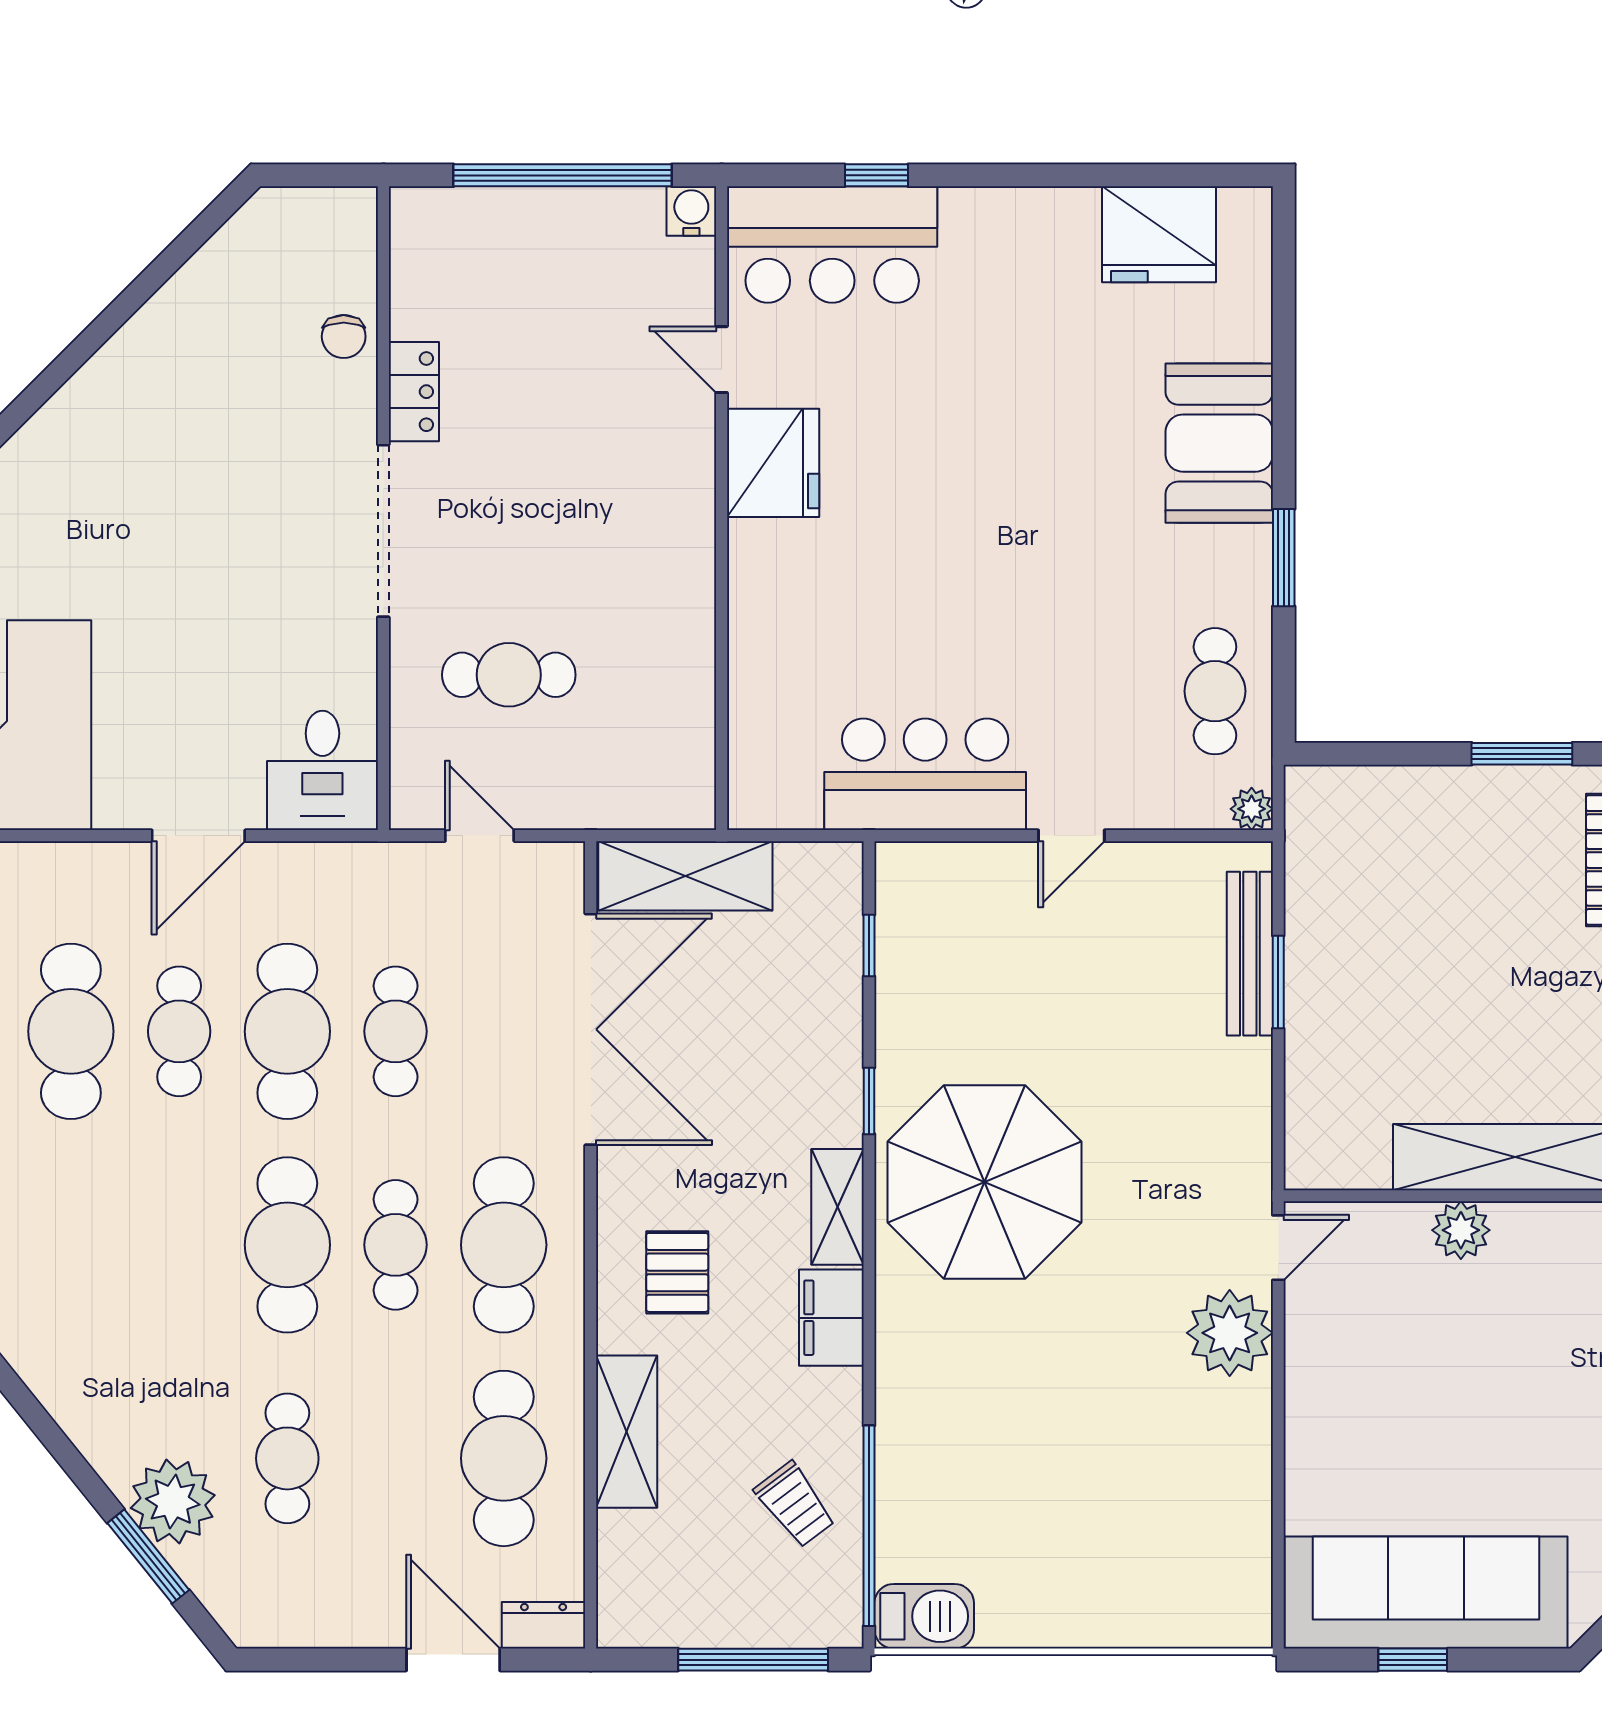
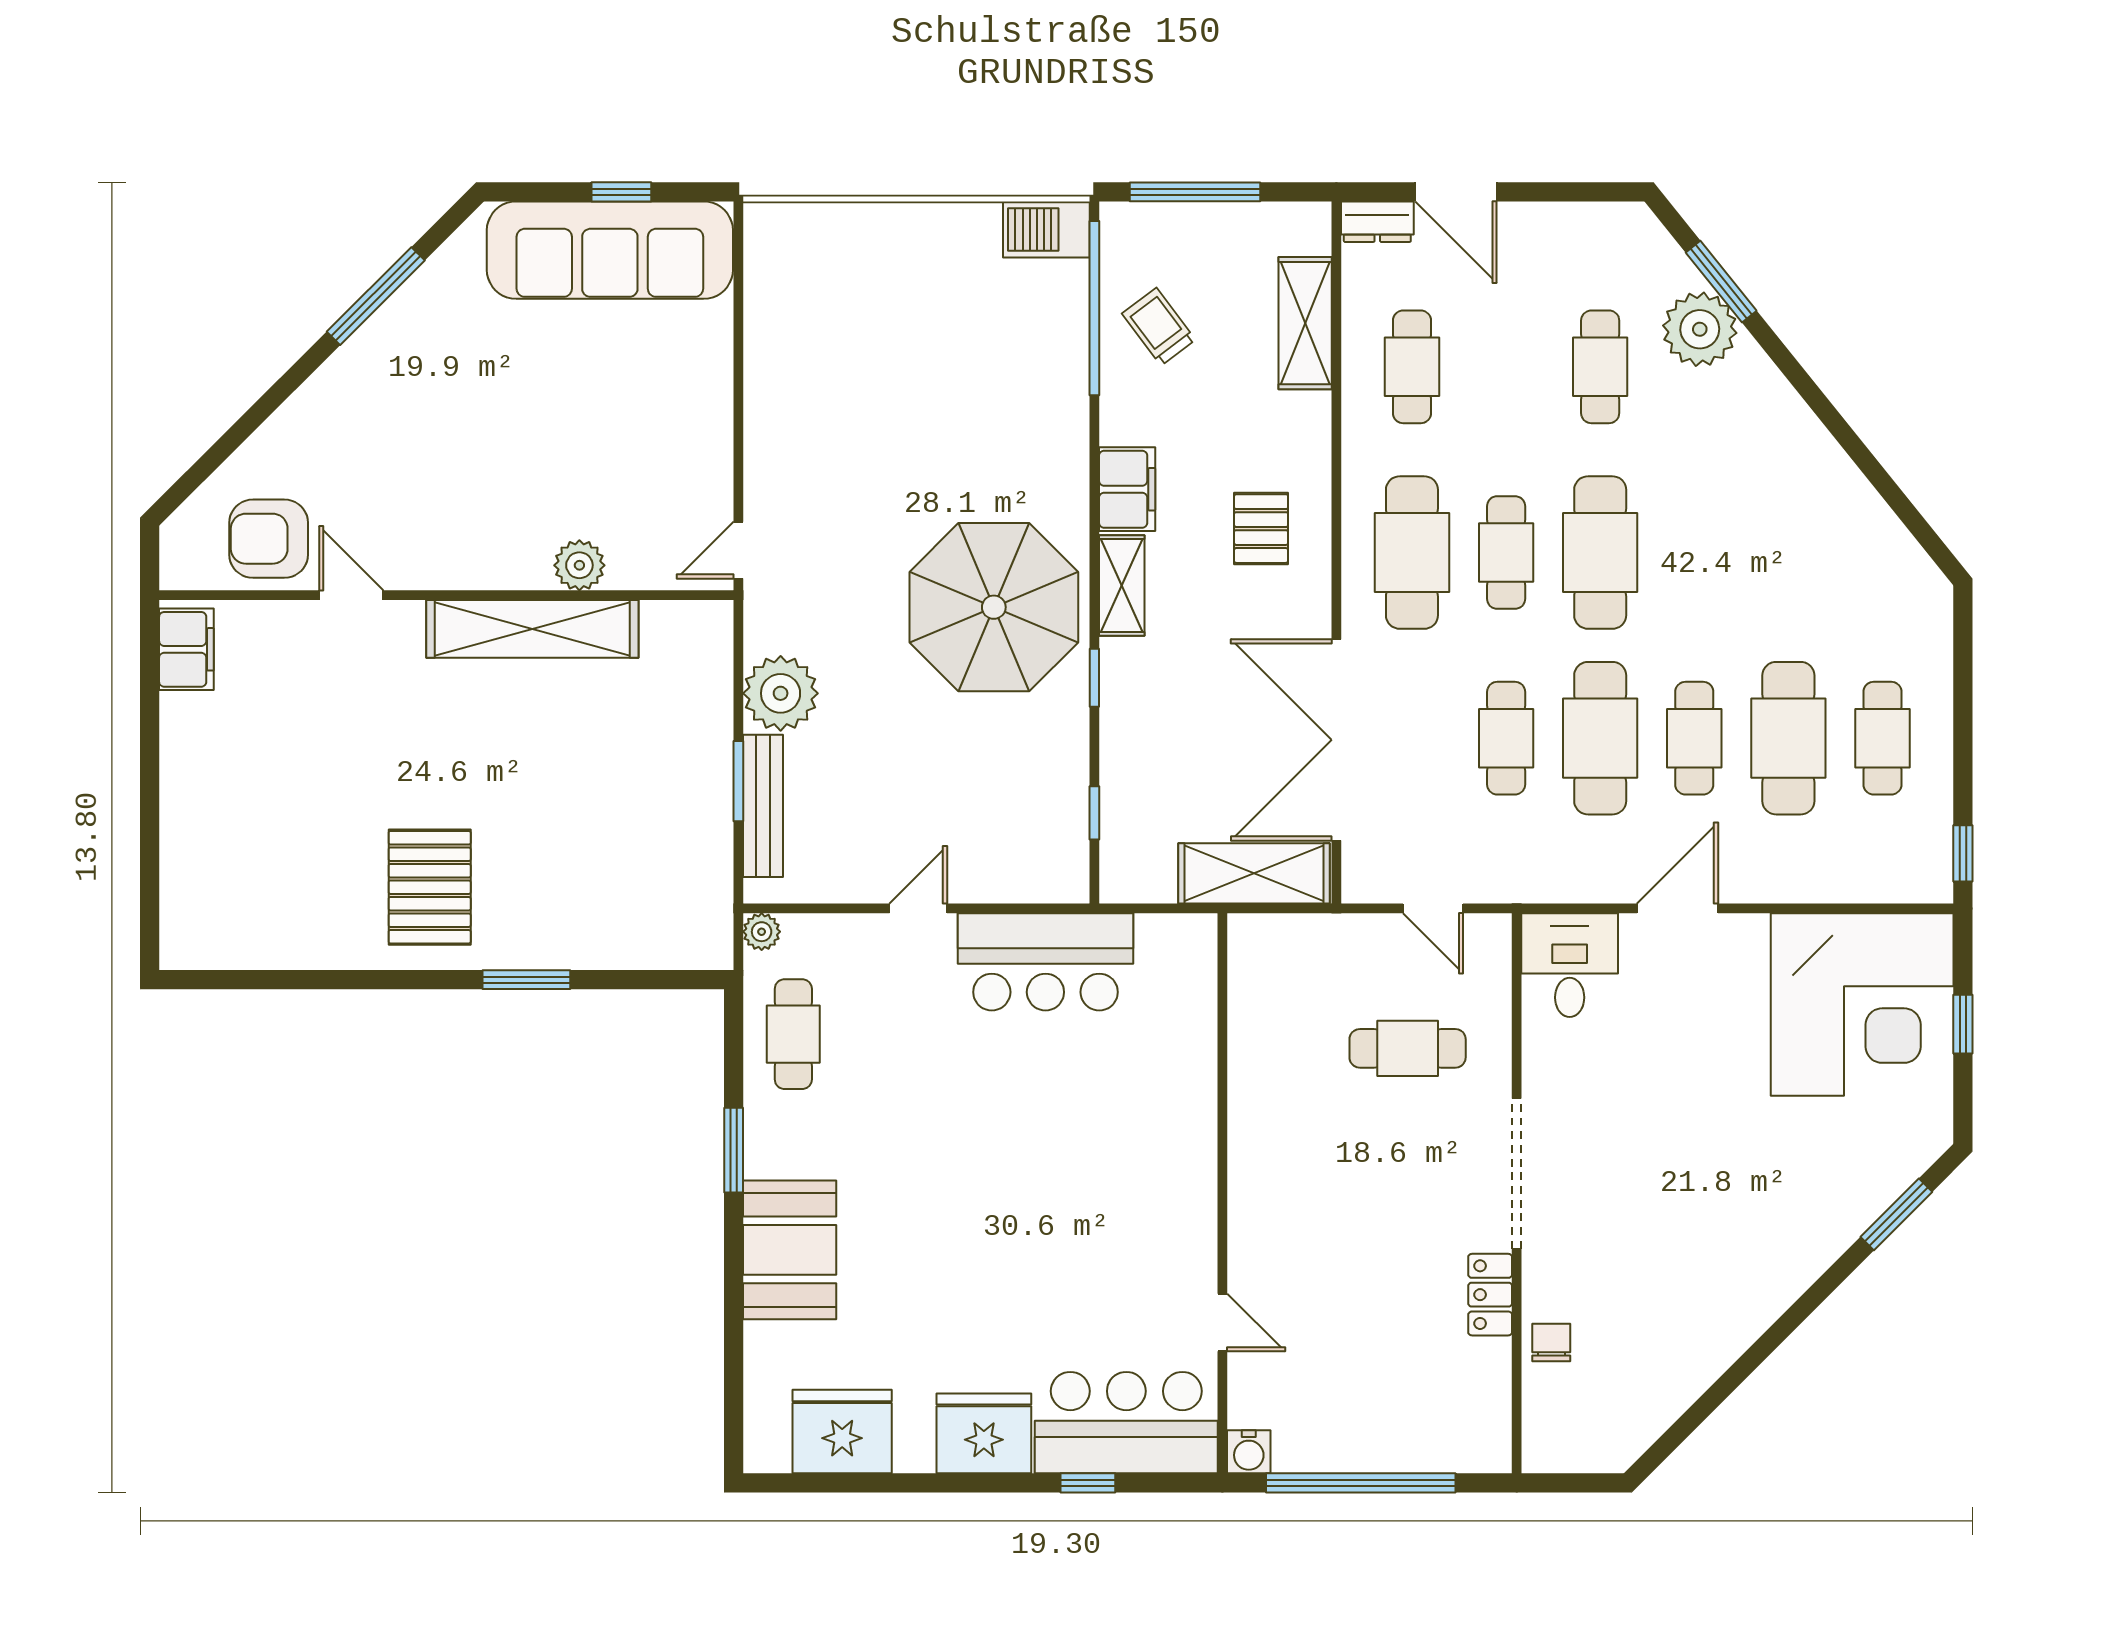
fridge: (773, 463) -> (984, 1433), moved, turned 90
plant: (1230, 1333) -> (781, 693), moved
shelving: (627, 1432) -> (1305, 323), moved
cafe table: (504, 1458) -> (1412, 367), width x0.73, depth x0.74

